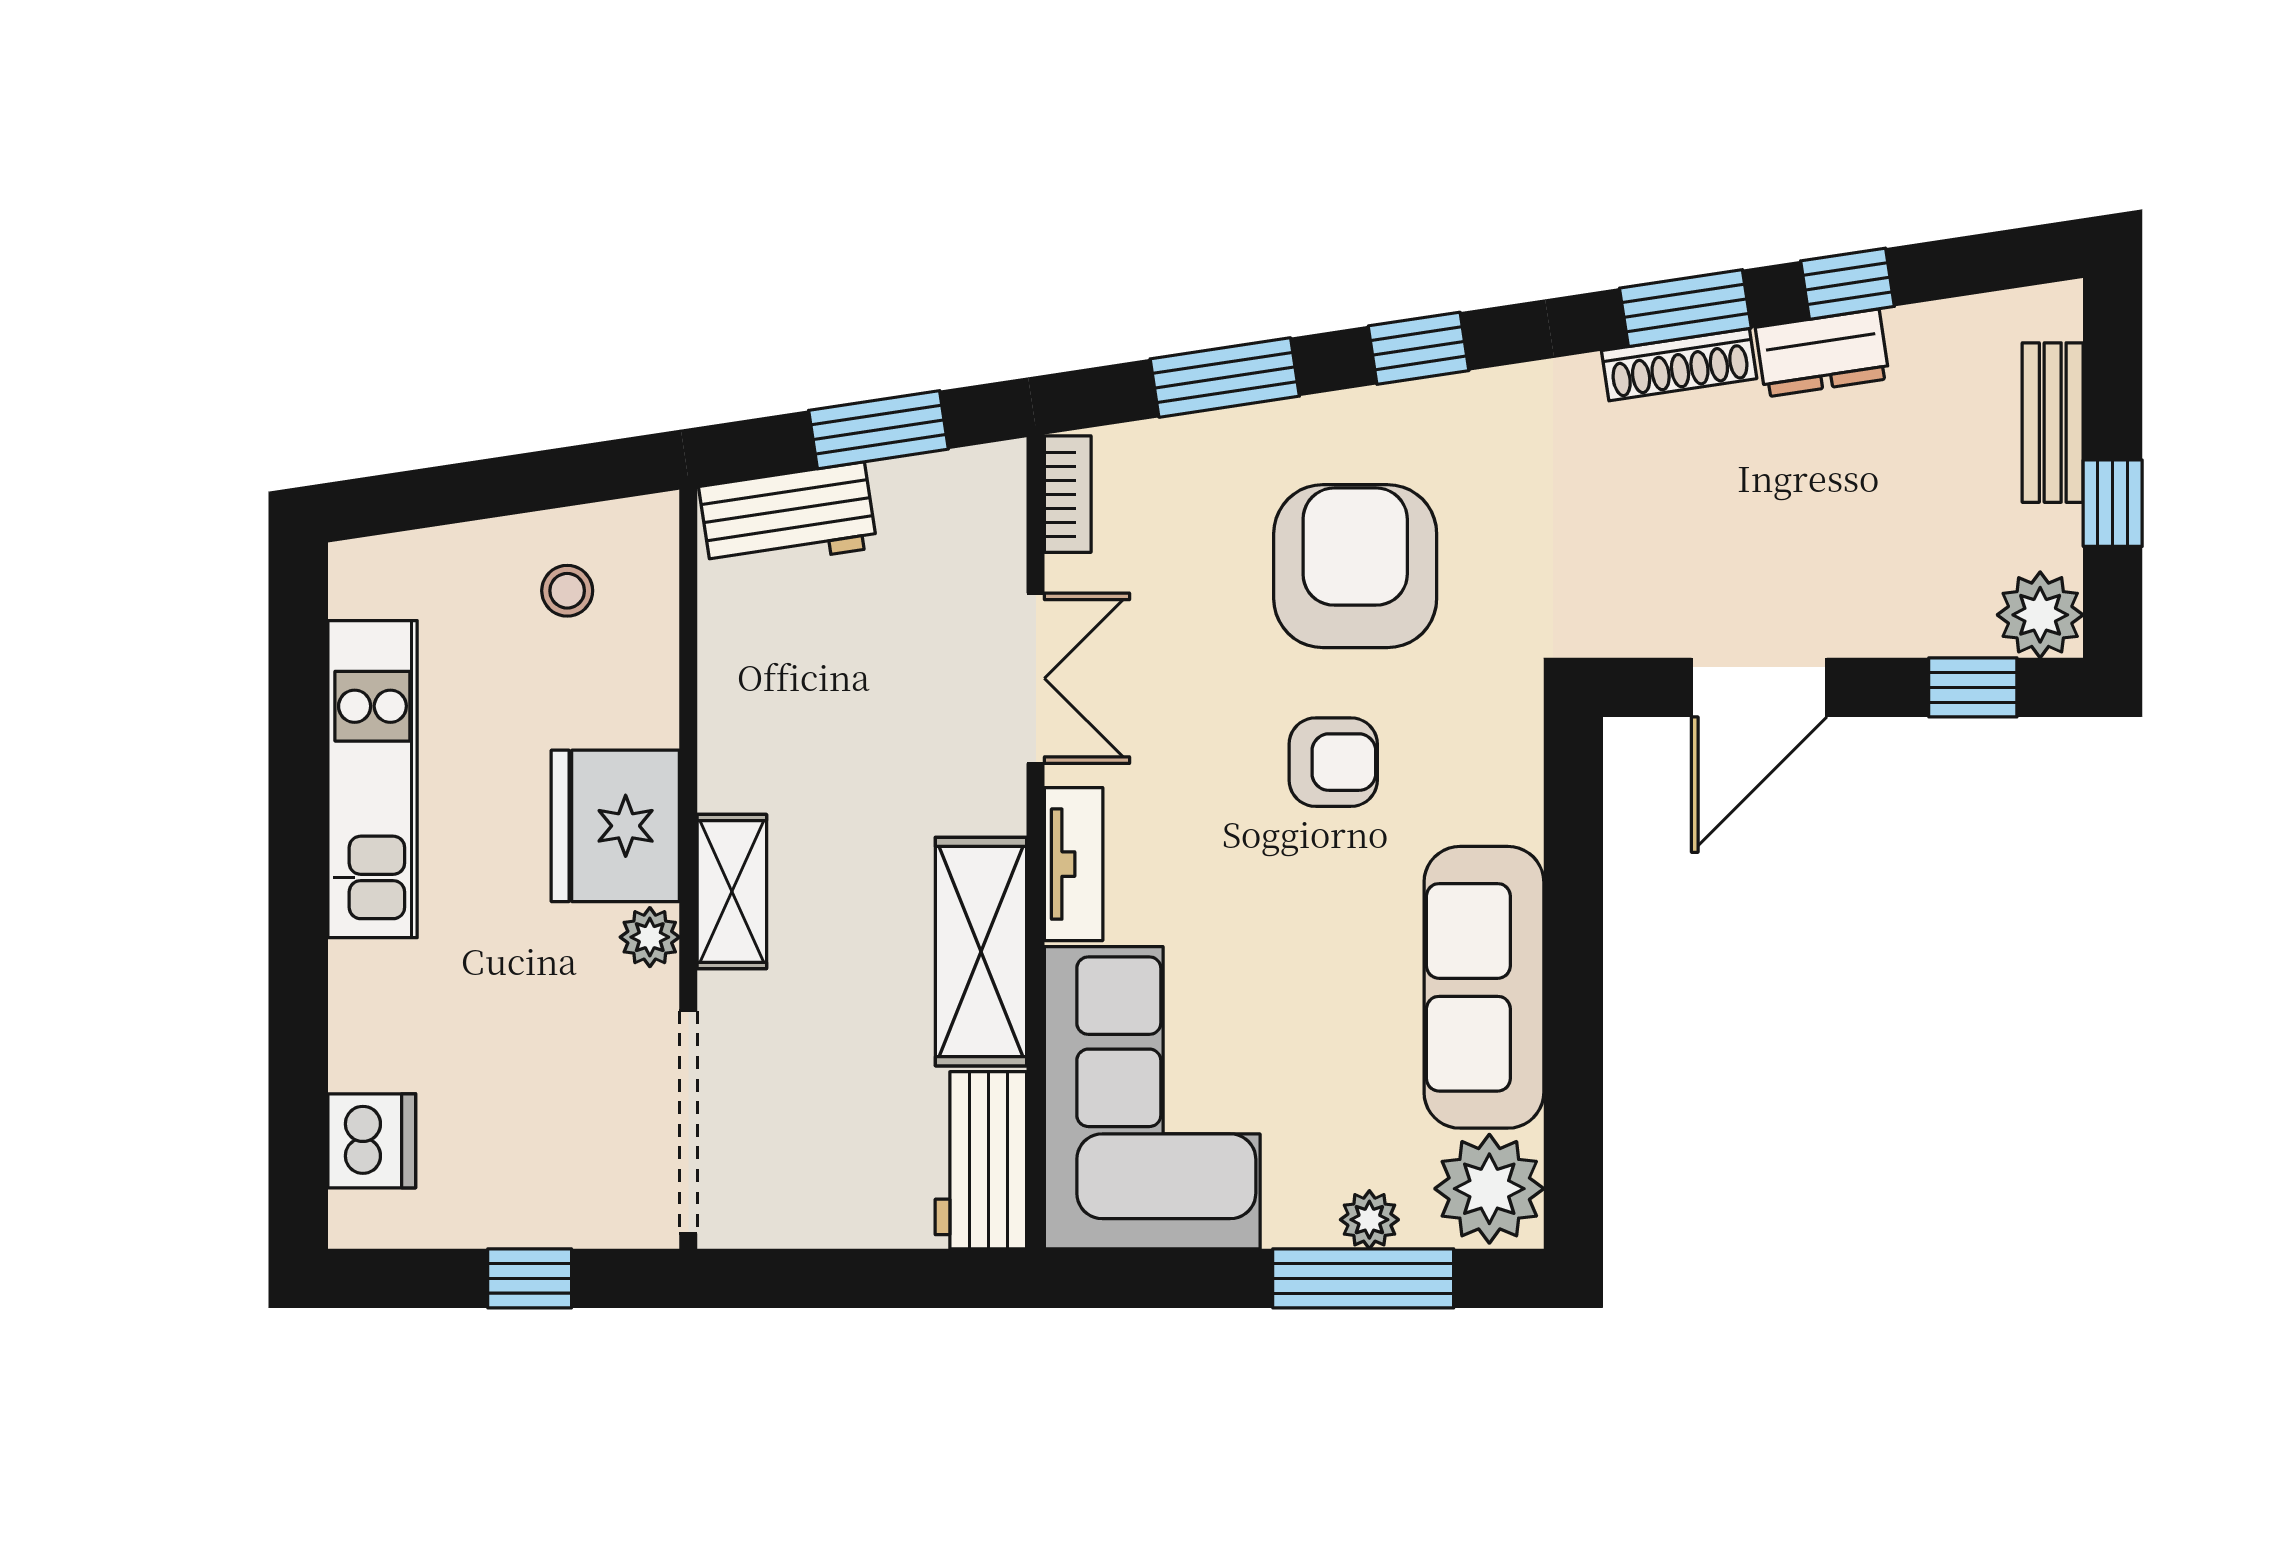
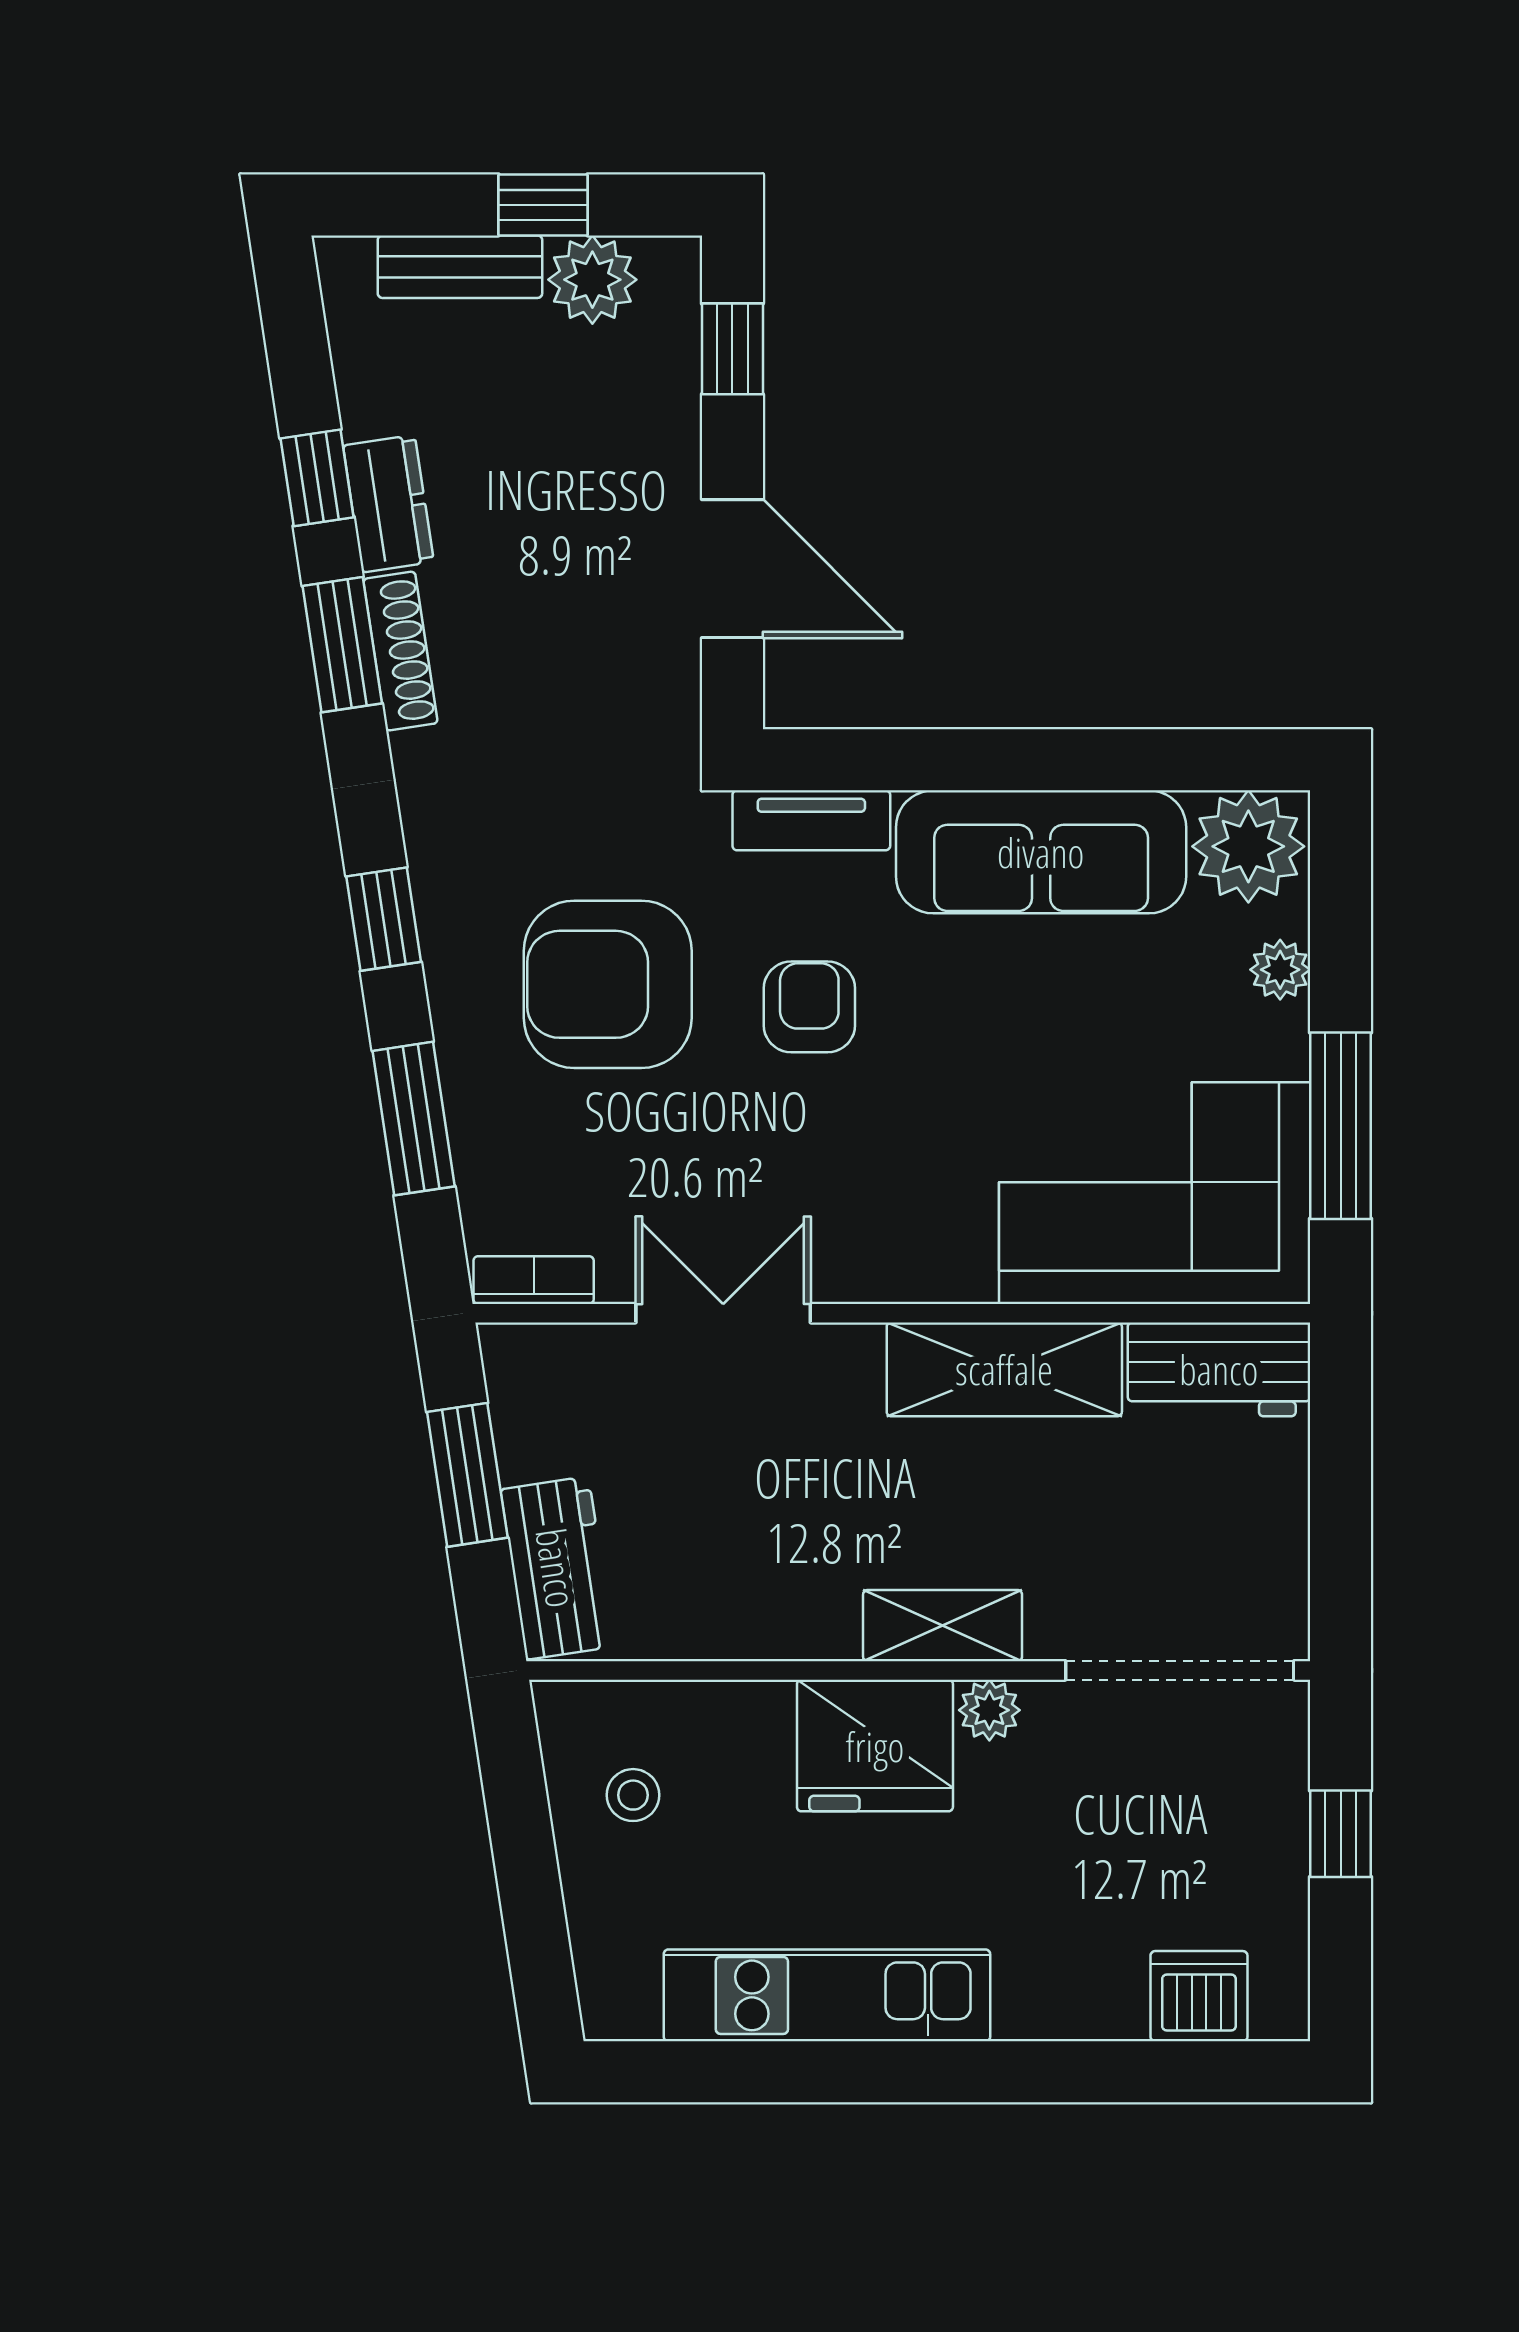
plant: (2040, 615) -> (592, 280), moved
tv unit: (1074, 864) -> (811, 820), moved, turned 180
window: (1363, 1278) -> (1341, 1126), moved

